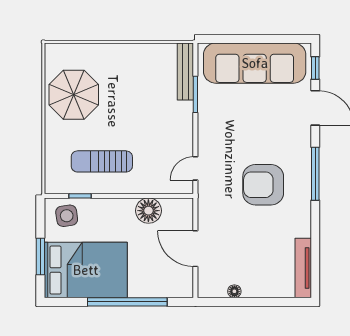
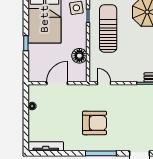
sun lounger: (102, 161) -> (108, 28), width x1.36, depth x1.34
armchair: (263, 185) -> (95, 123), turned 90
window: (127, 302) -> (26, 43), width x0.32

